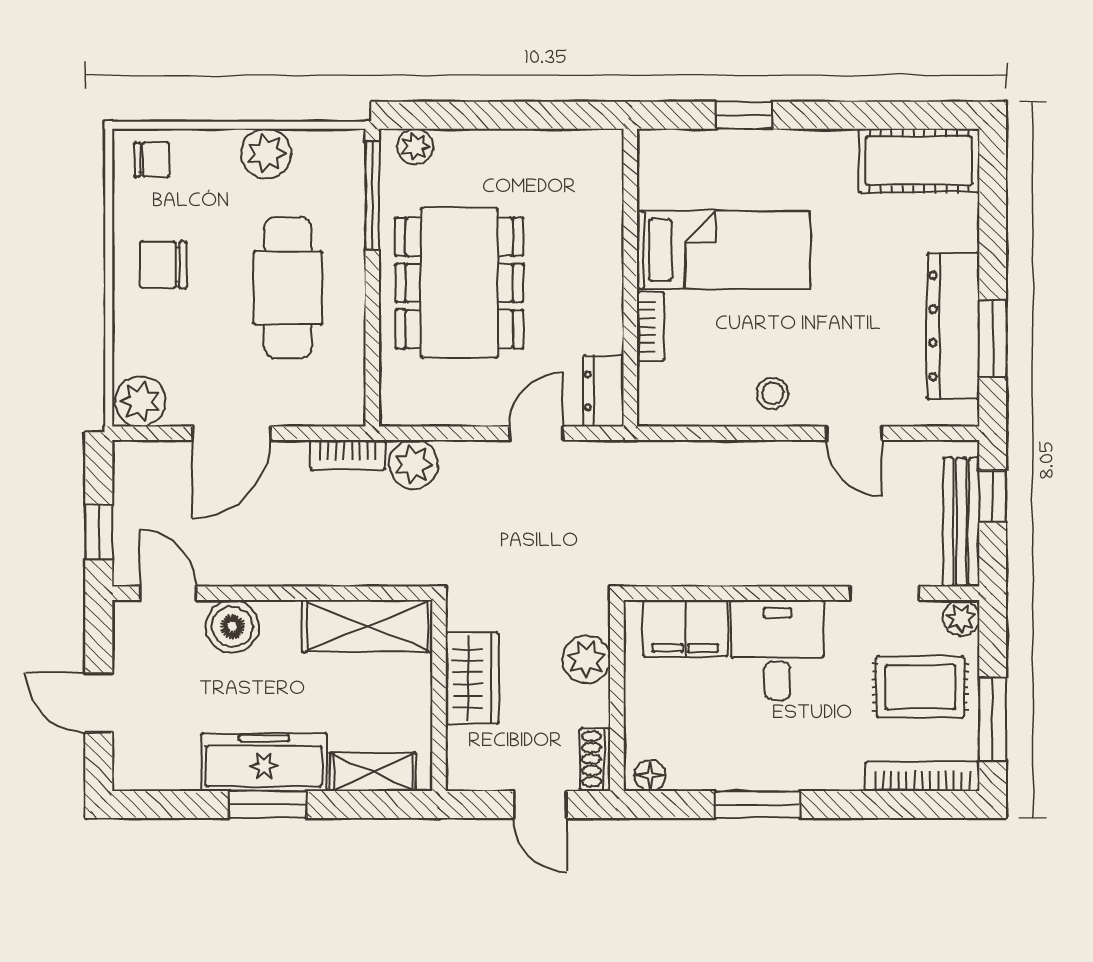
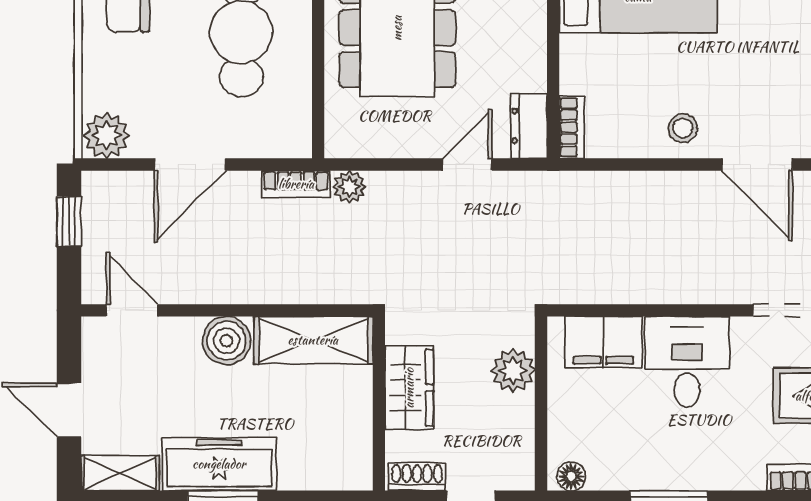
bookcase: (651, 327) -> (572, 127), moved
door: (854, 433) -> (757, 165), width x1.38
plant: (413, 464) -> (350, 187), width x0.73, depth x0.73
window: (99, 532) -> (69, 221), moved
boiler: (232, 627) -> (227, 341), moved
shoe rack: (595, 759) -> (417, 477), moved, turned 90
shelving: (373, 772) -> (120, 473), moved

